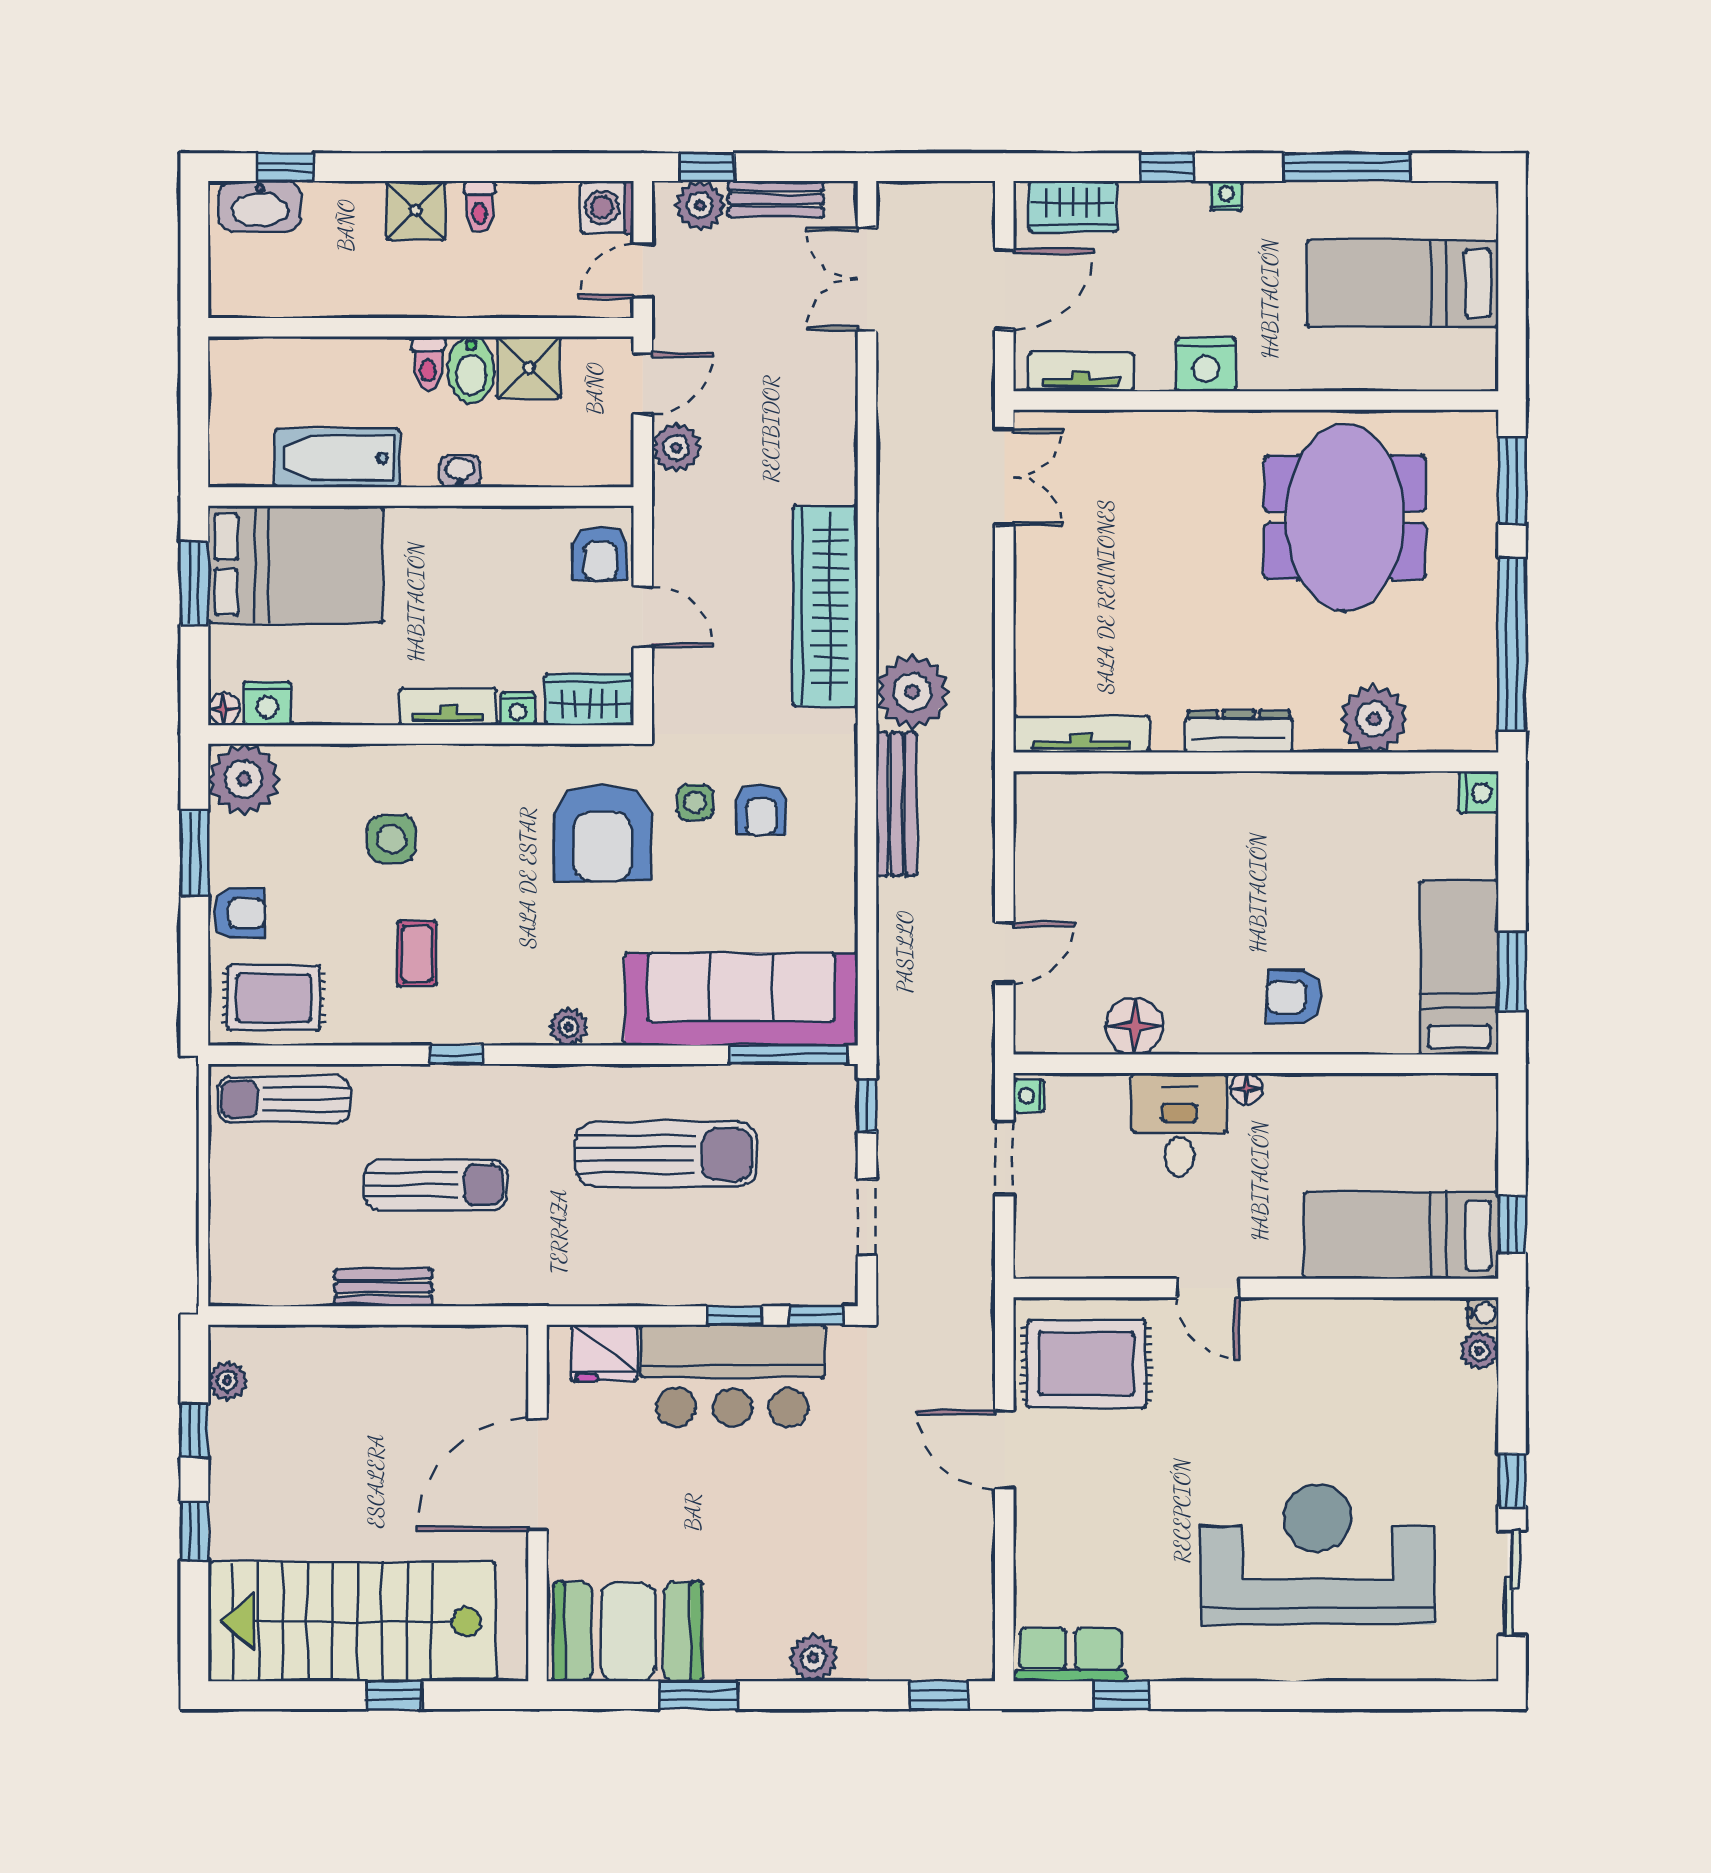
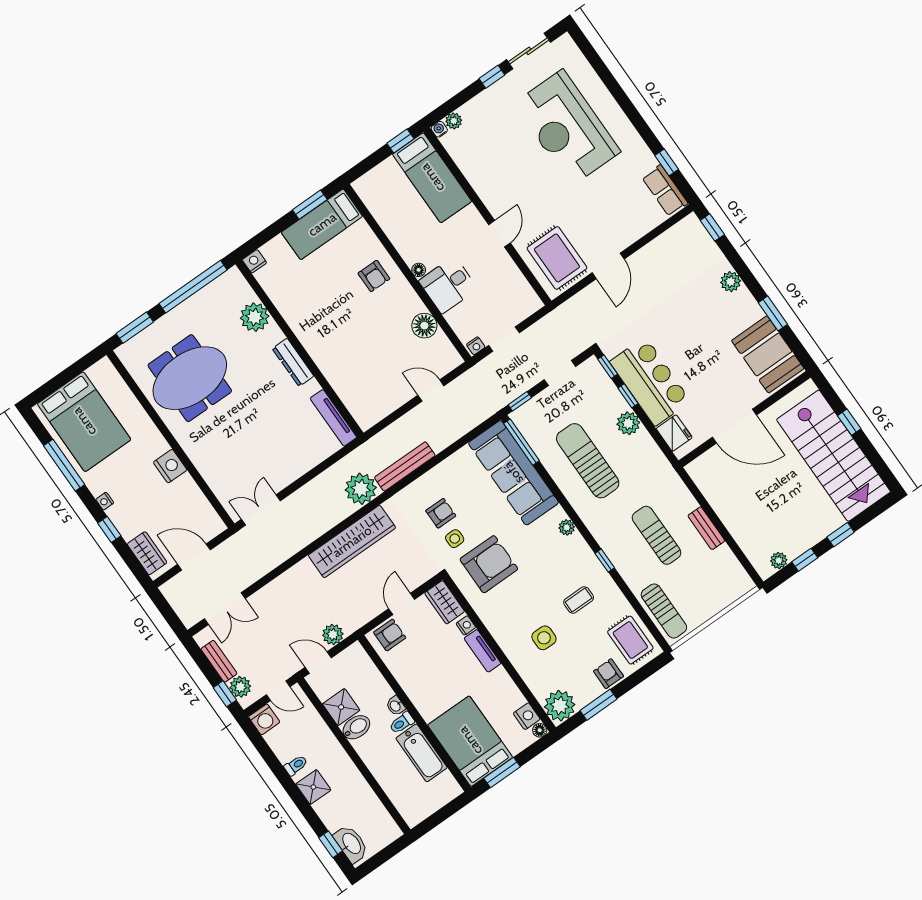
bed: (1402, 283) -> (84, 422), width x1.50
toilet: (428, 363) -> (402, 723), moved, turned 180
tv unit: (1081, 371) -> (204, 509), removed
plant: (683, 1280) -> (628, 423), added

